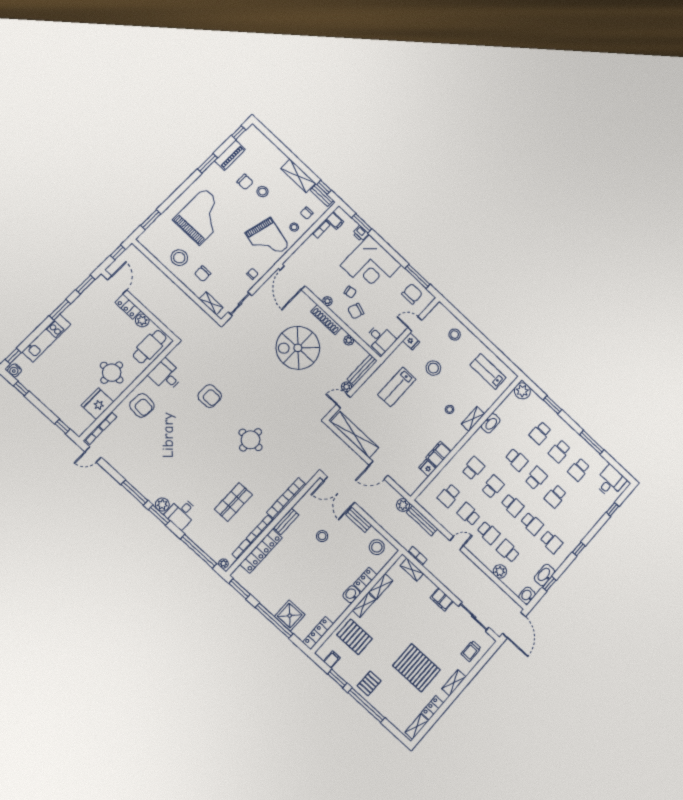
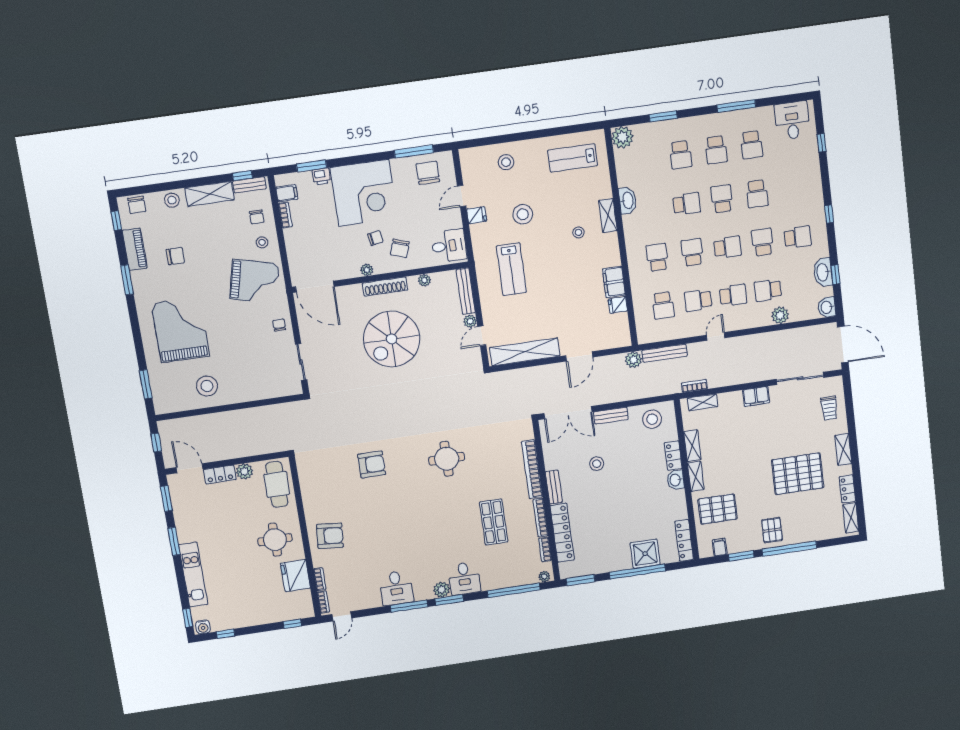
stool: (262, 192) -> (172, 200), moved
chair: (203, 274) -> (137, 205), moved
shelving: (211, 303) -> (278, 391), removed
desk: (166, 375) -> (396, 588), moved, turned -90
school desk: (532, 524) -> (763, 242), turned -90

